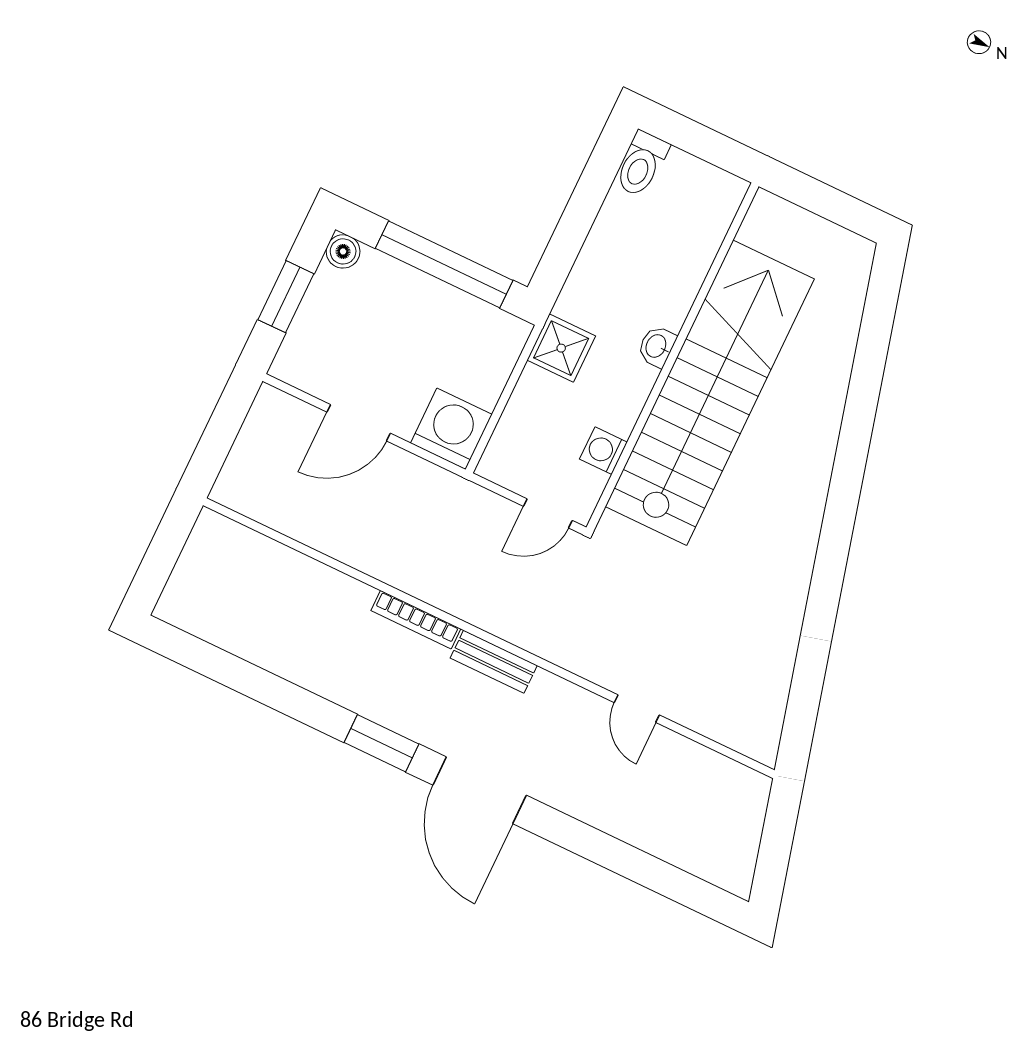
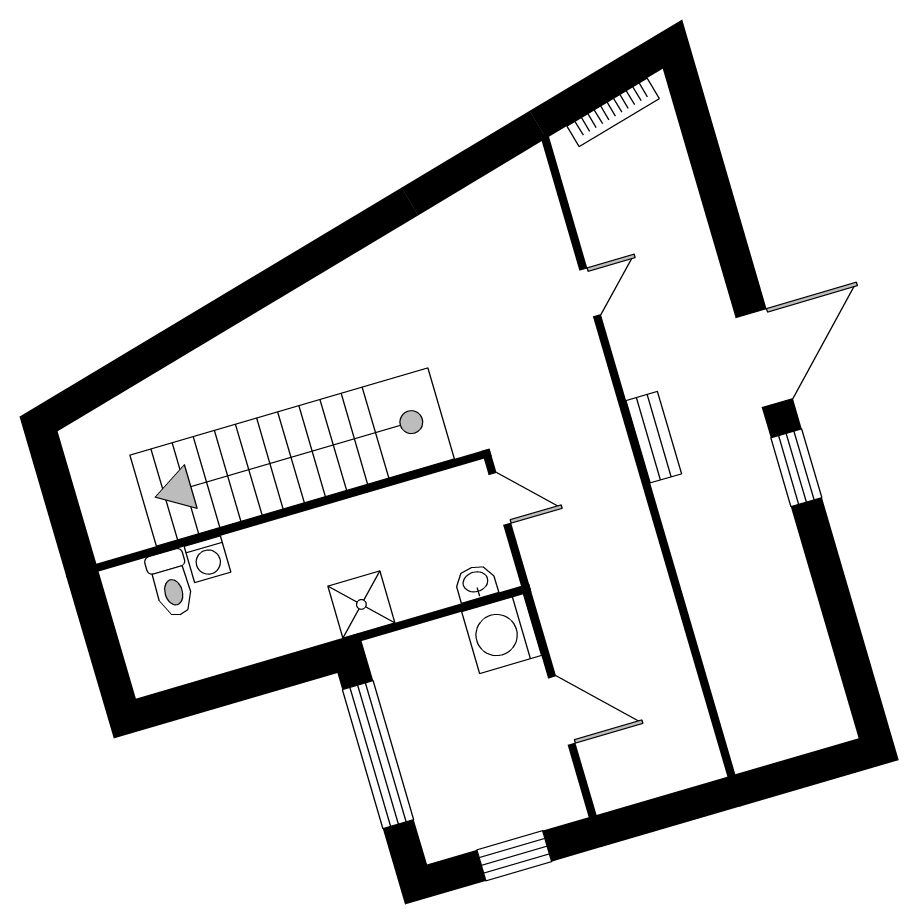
toilet: (641, 164) -> (171, 584), moved, turned 90
boiler: (343, 251) -> (439, 843), removed
washbasin: (657, 346) -> (476, 583), moved, turned 180
washing machine: (603, 451) -> (207, 559), moved
bookcase: (416, 620) -> (613, 112), moved, turned 75

